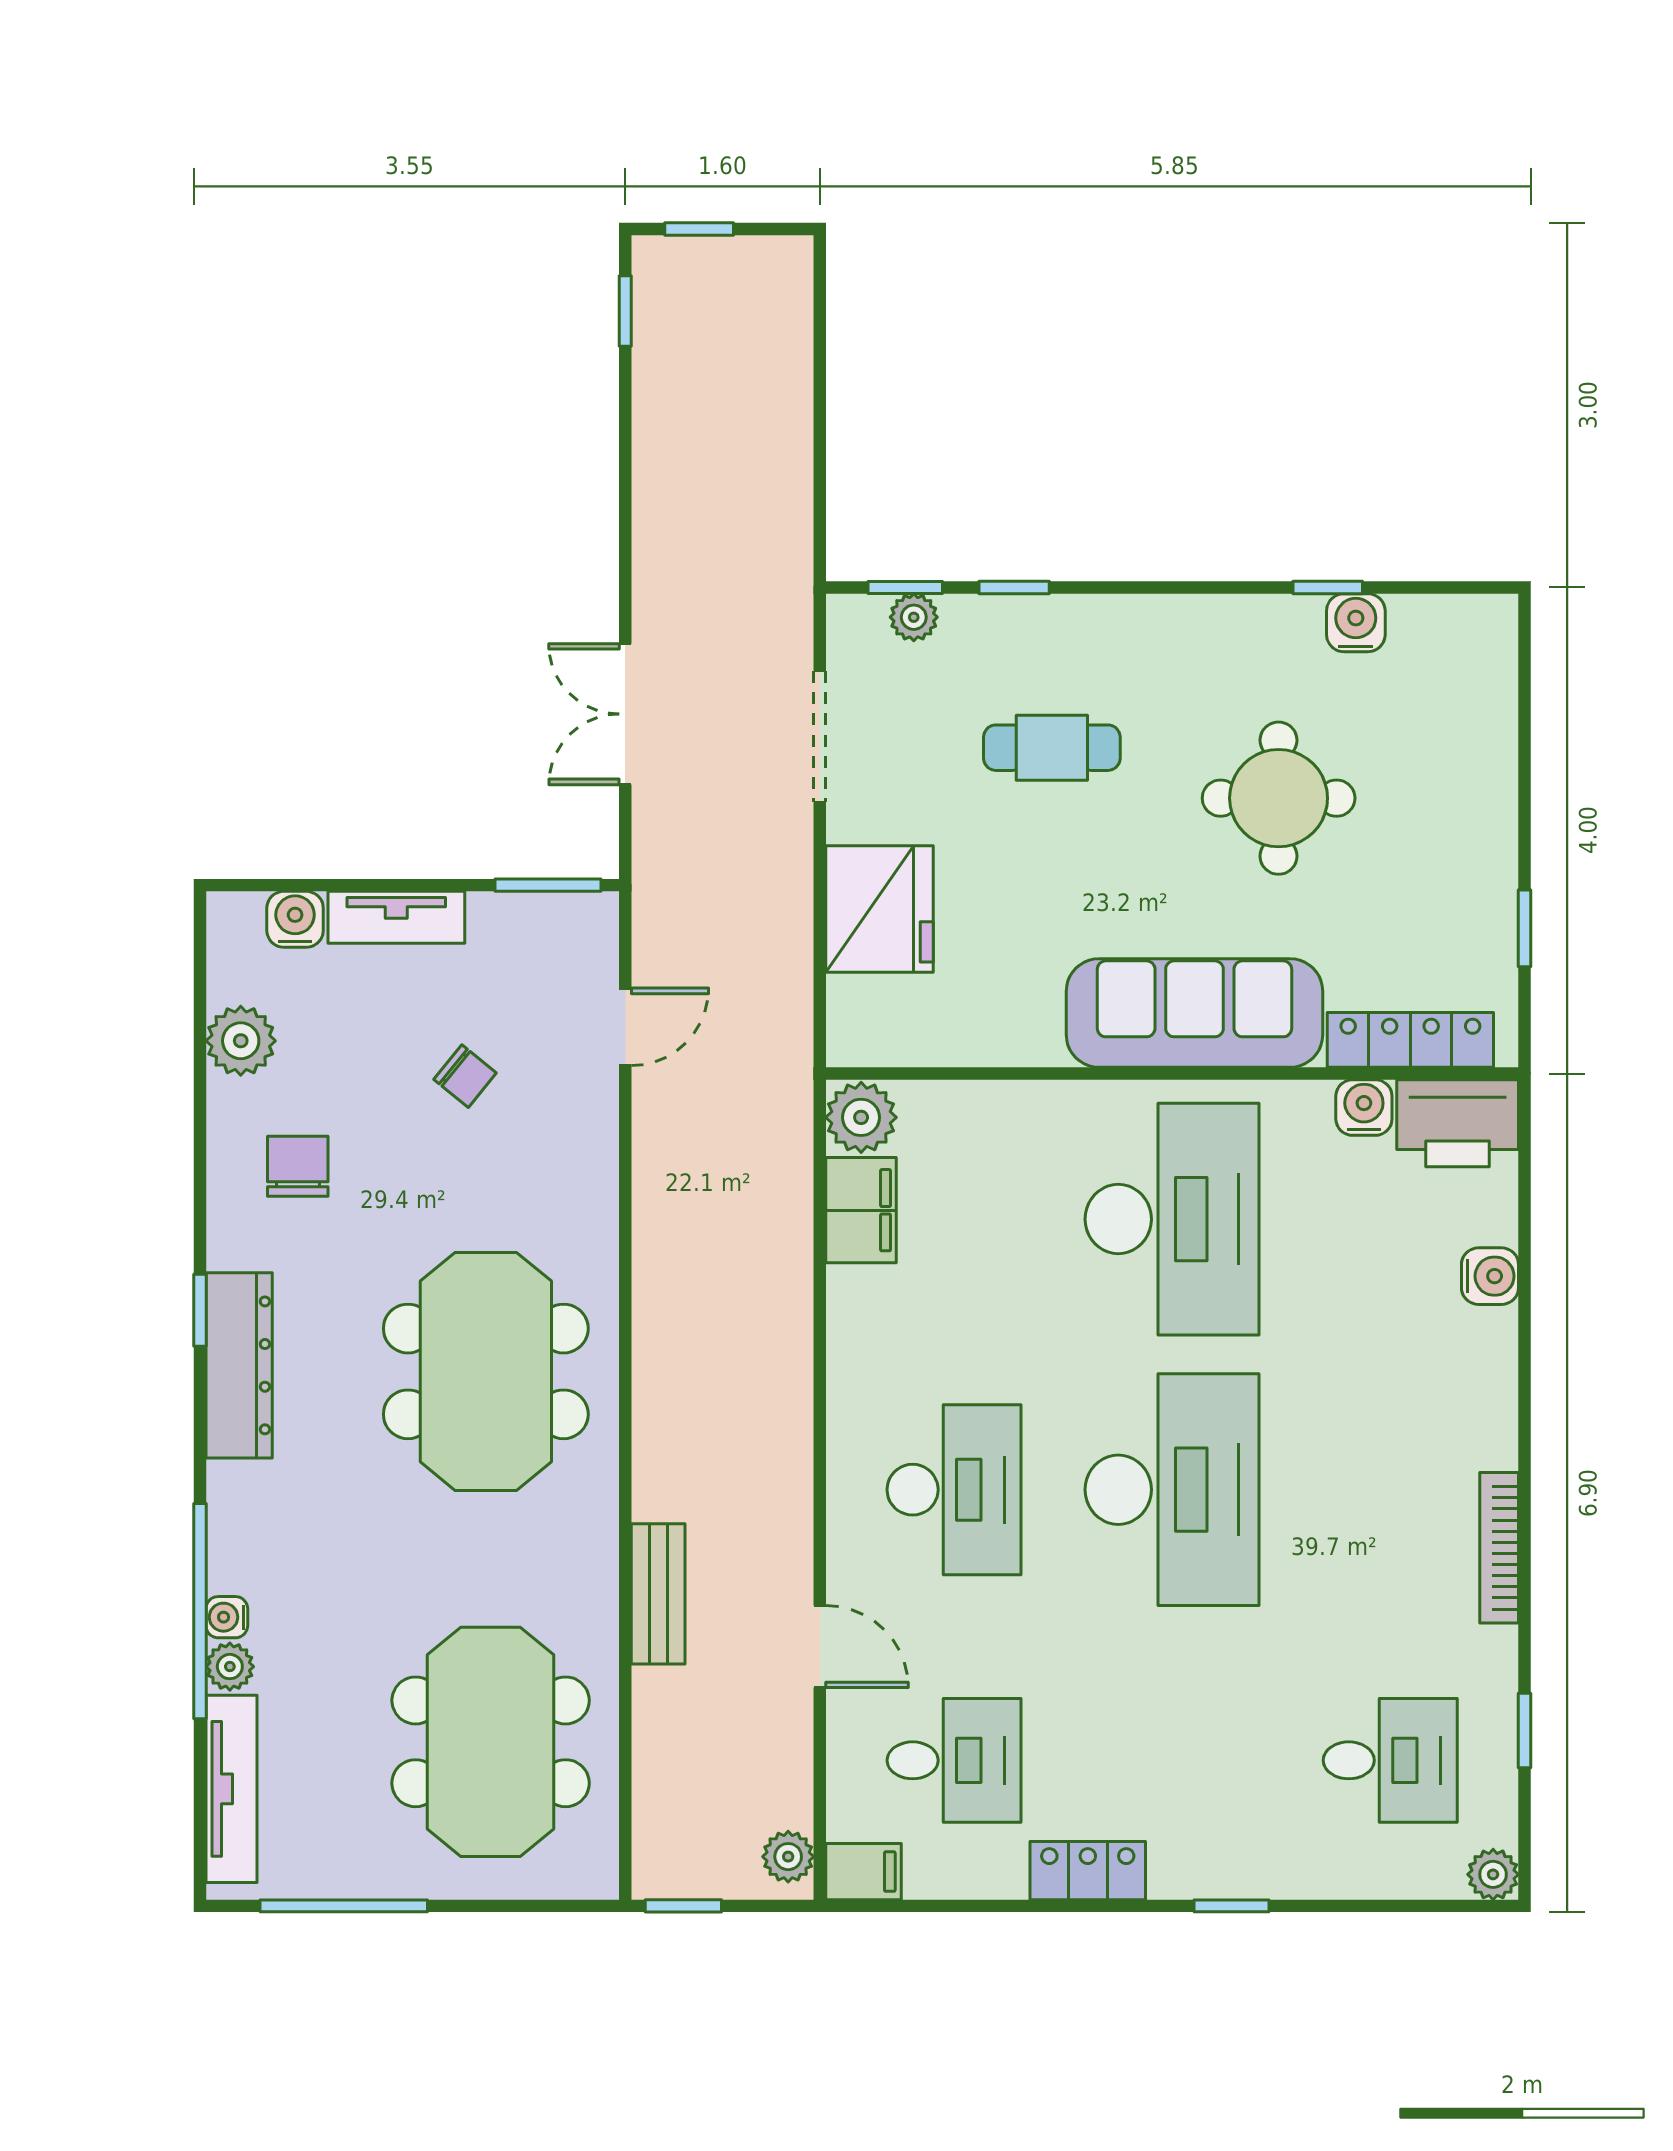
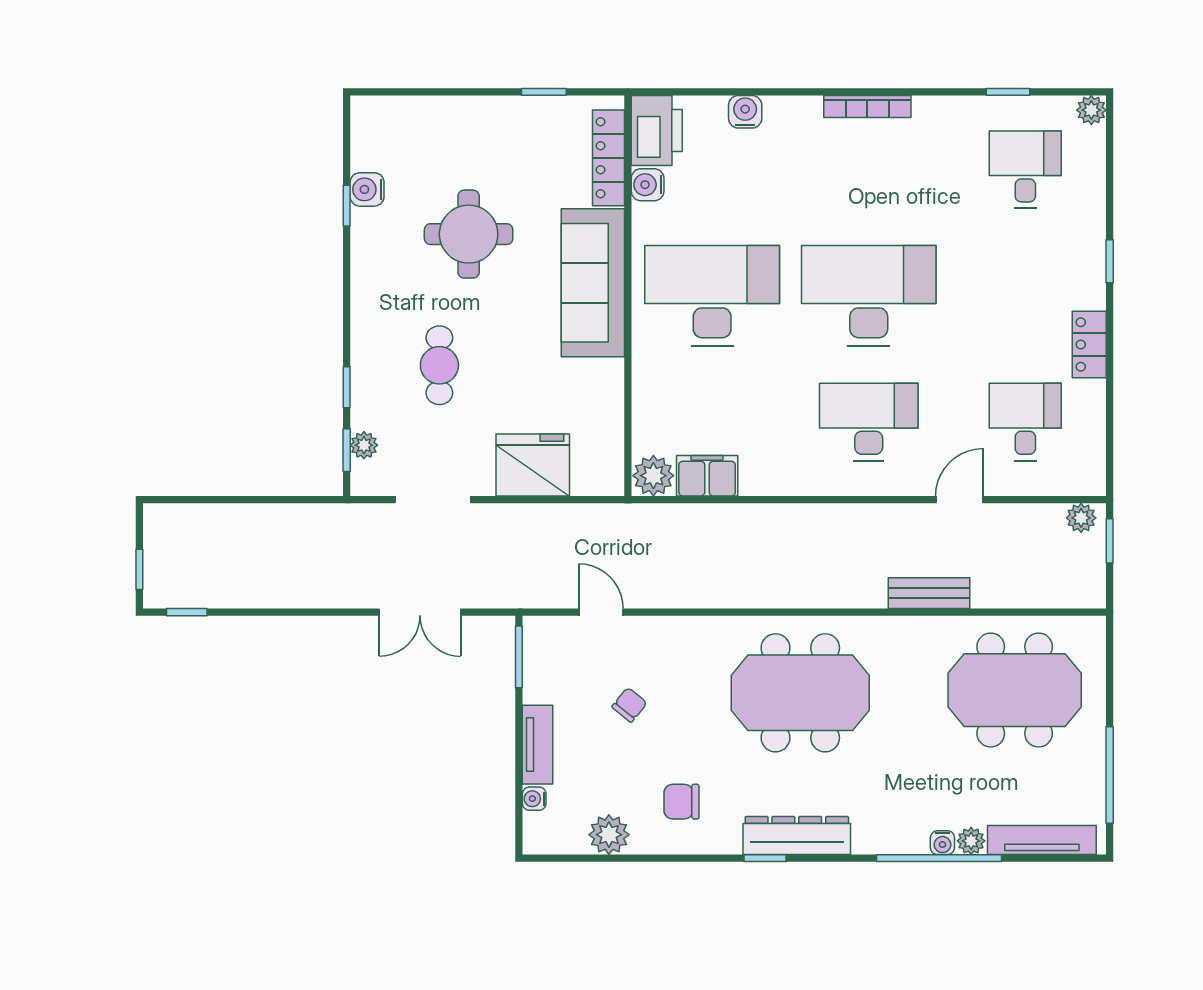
water cooler: (295, 919) -> (534, 799), width x0.72, depth x0.72
bookcase: (1499, 1548) -> (867, 106), moved
filing cabinet: (863, 1872) -> (1090, 474), removed
window: (683, 1906) -> (1110, 541), moved

